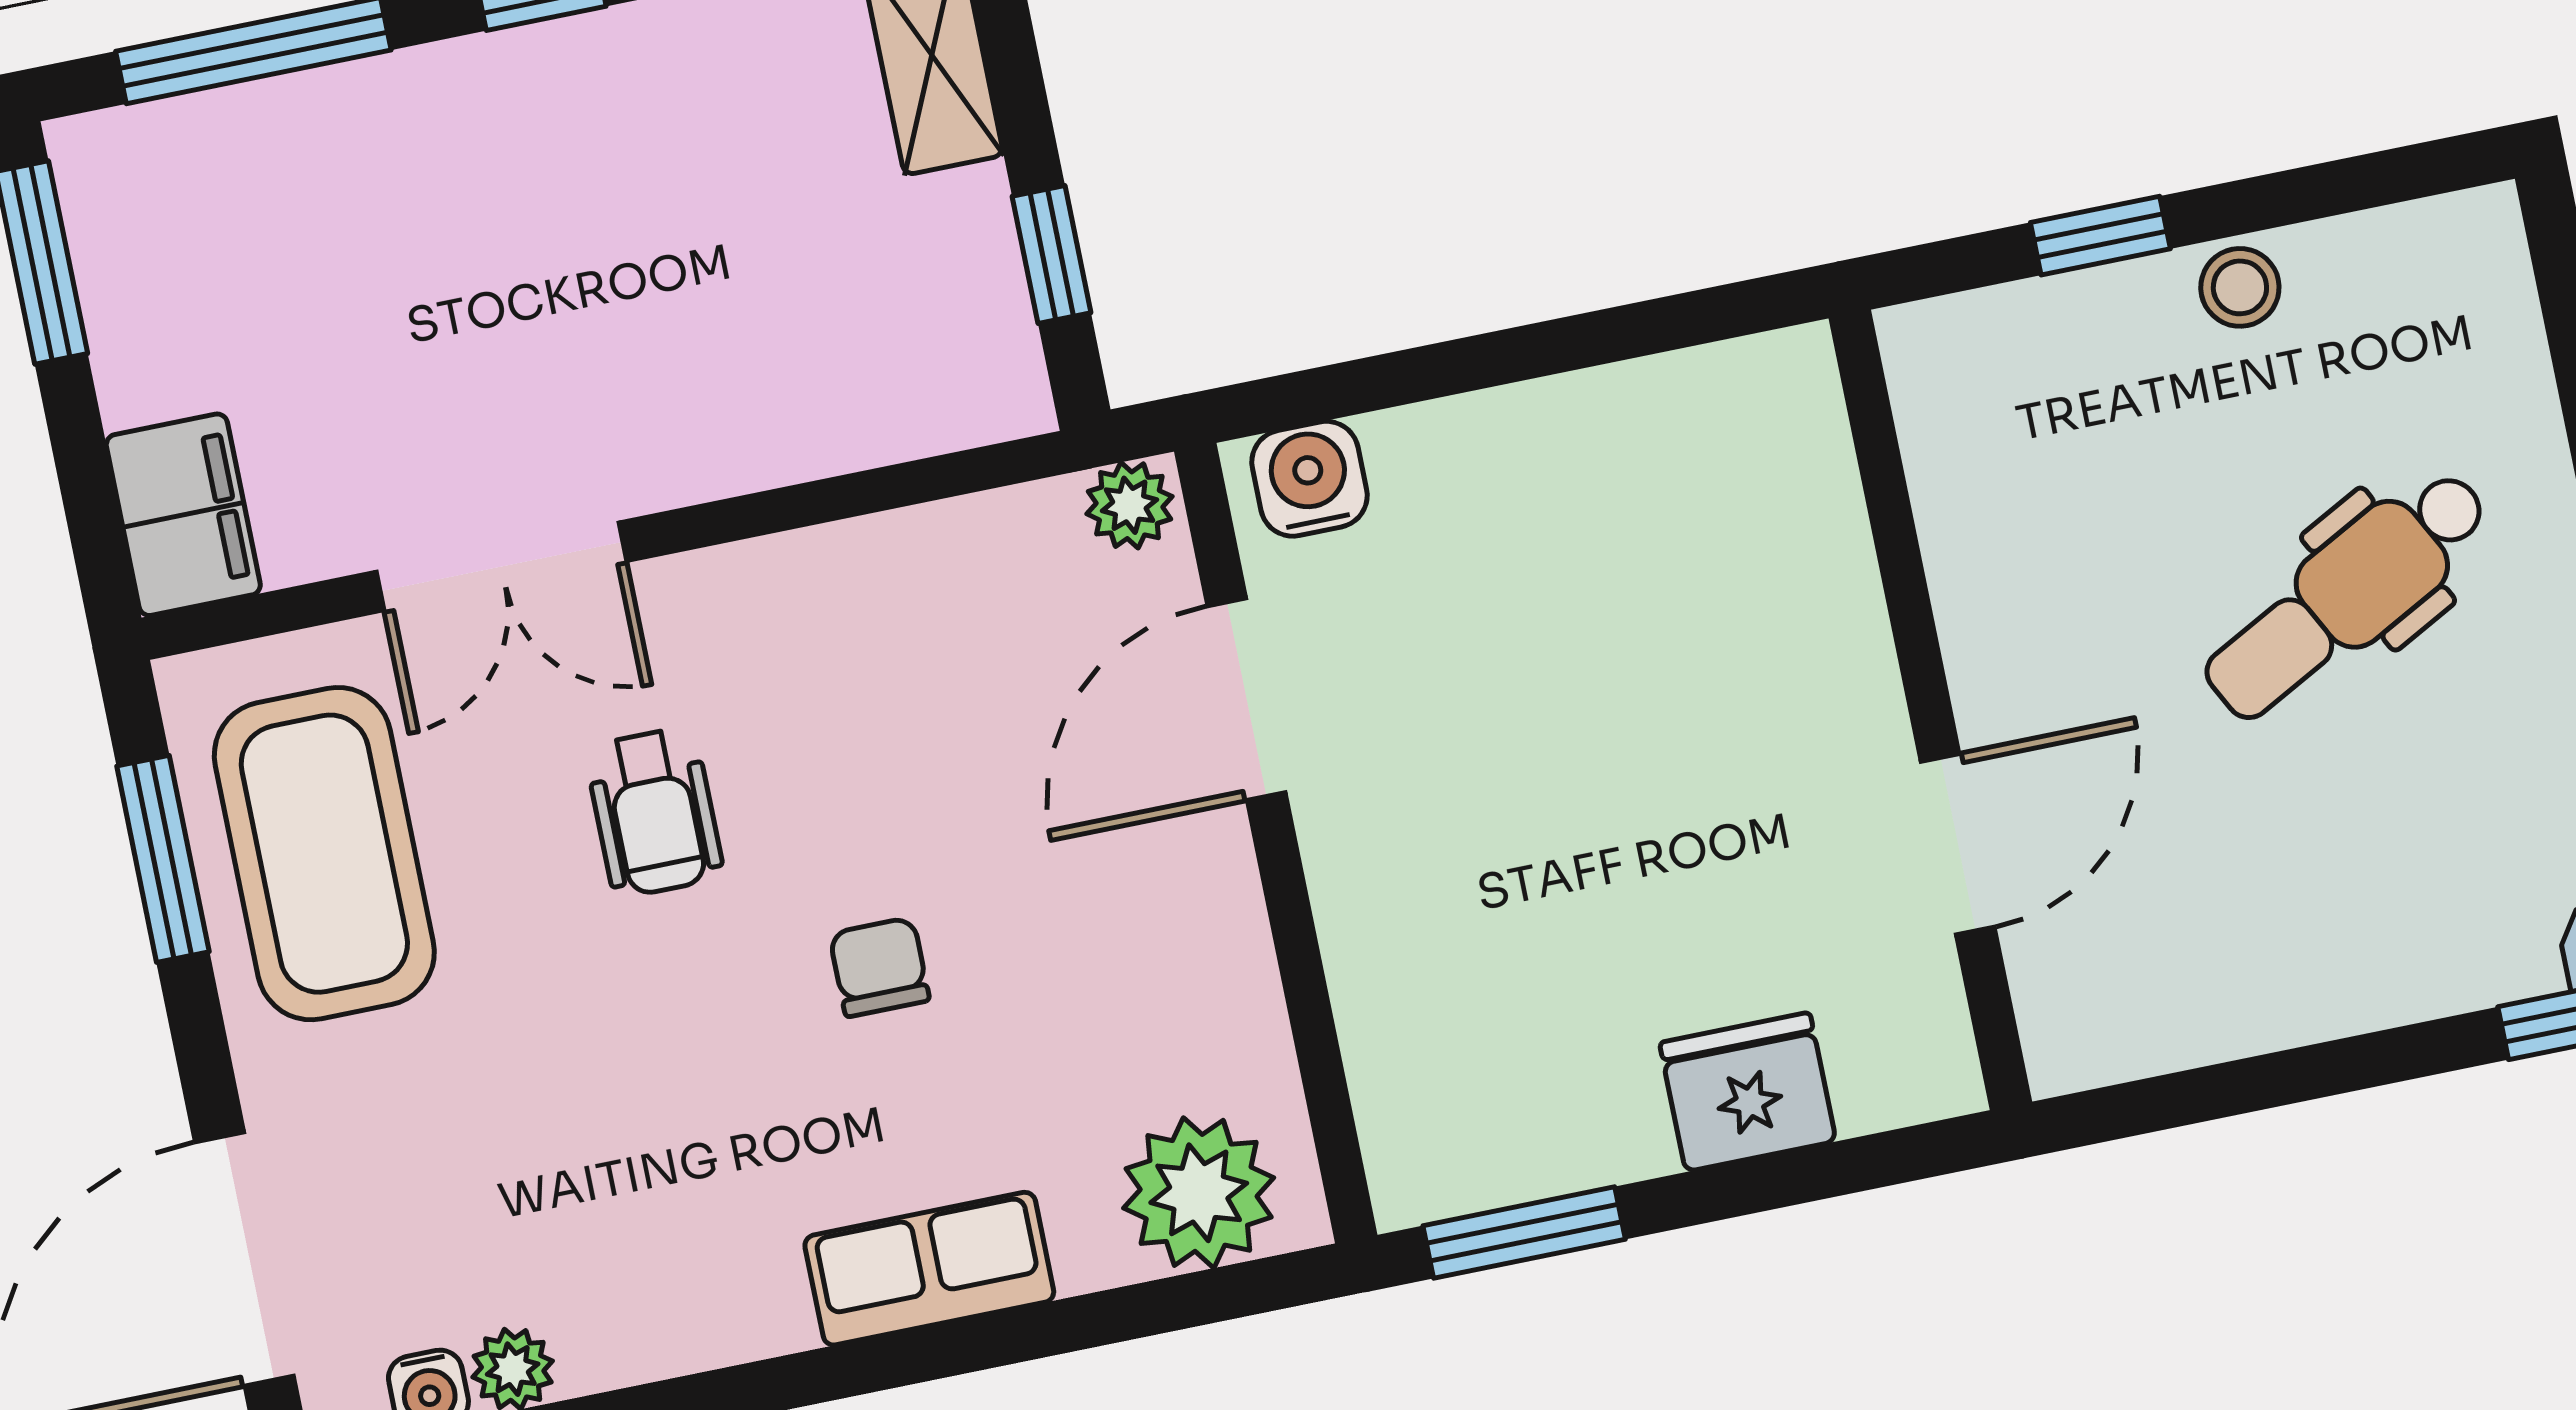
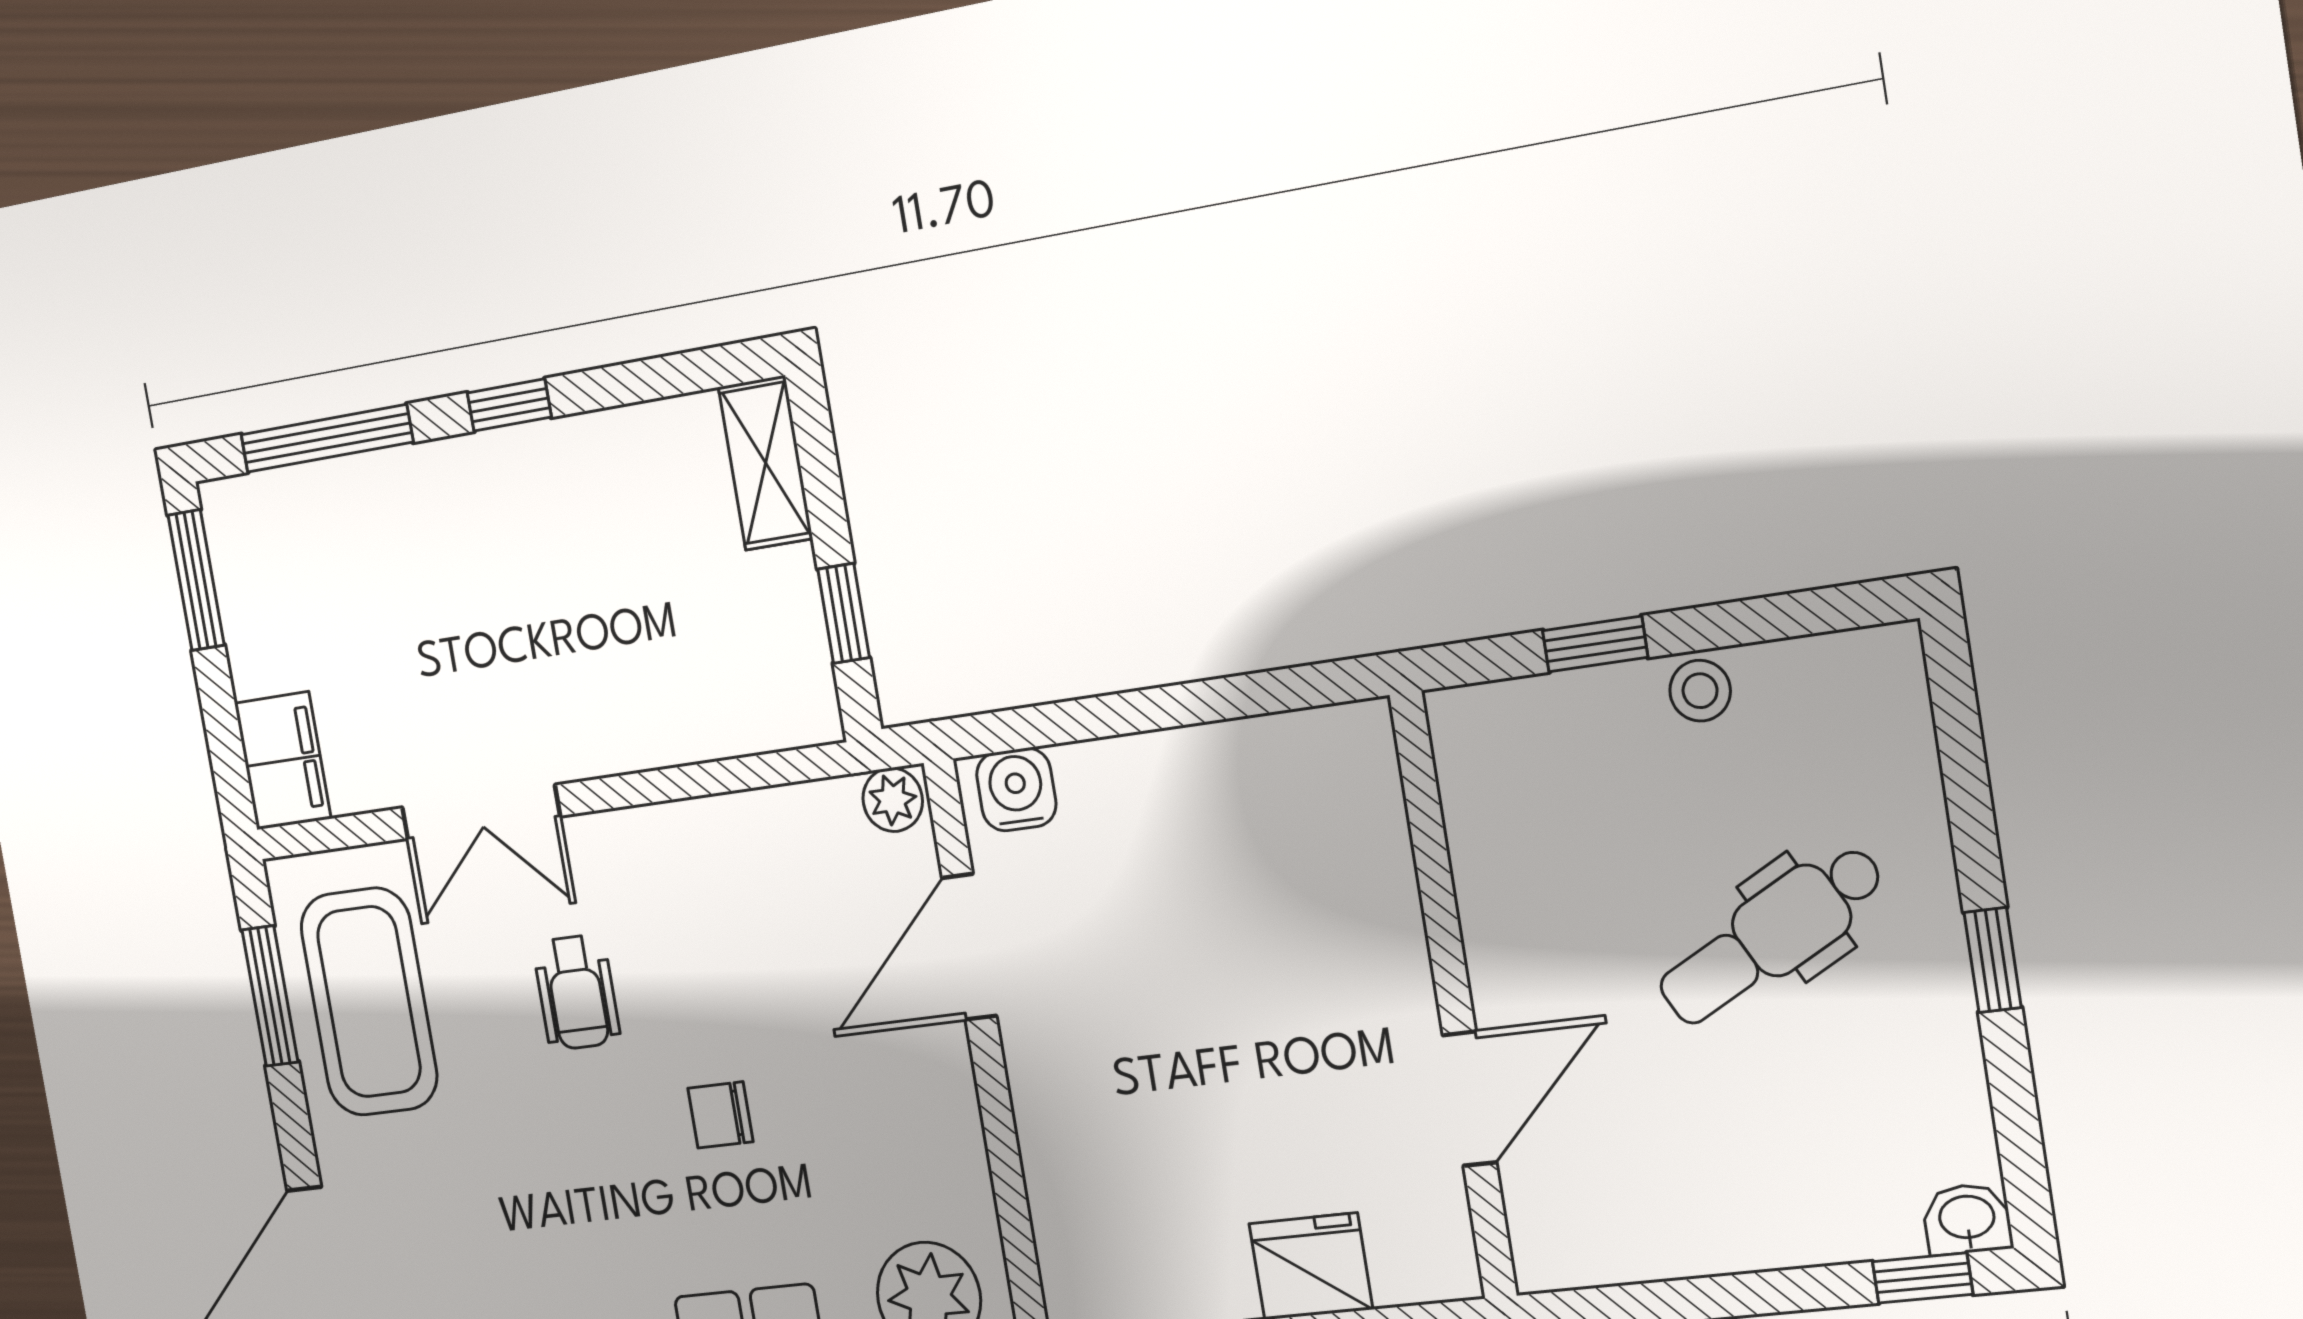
chair: (879, 967) -> (720, 1115), turned -90

